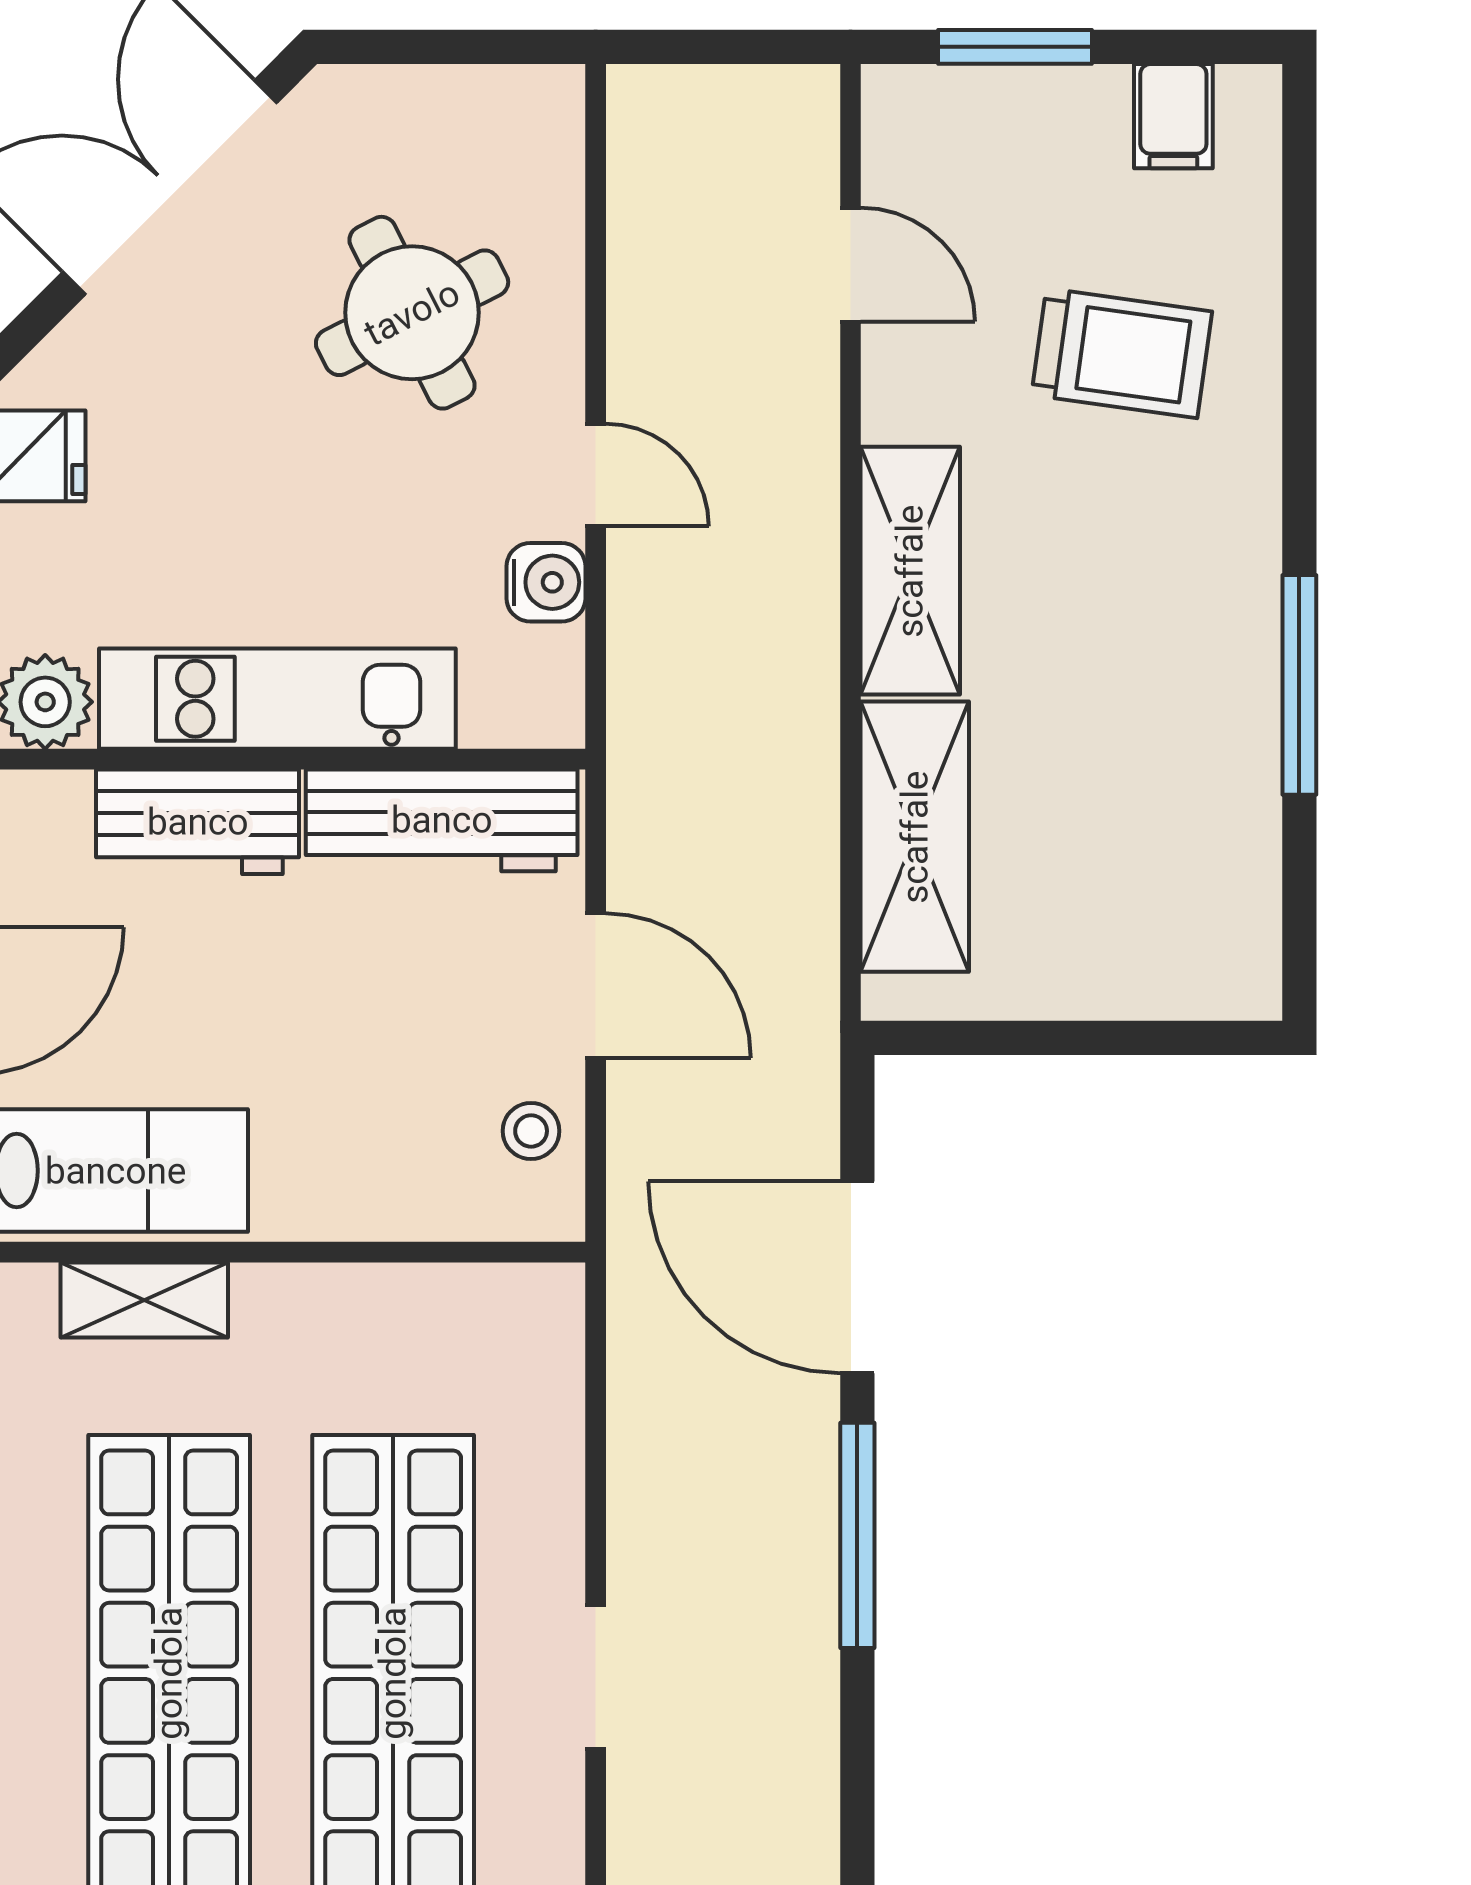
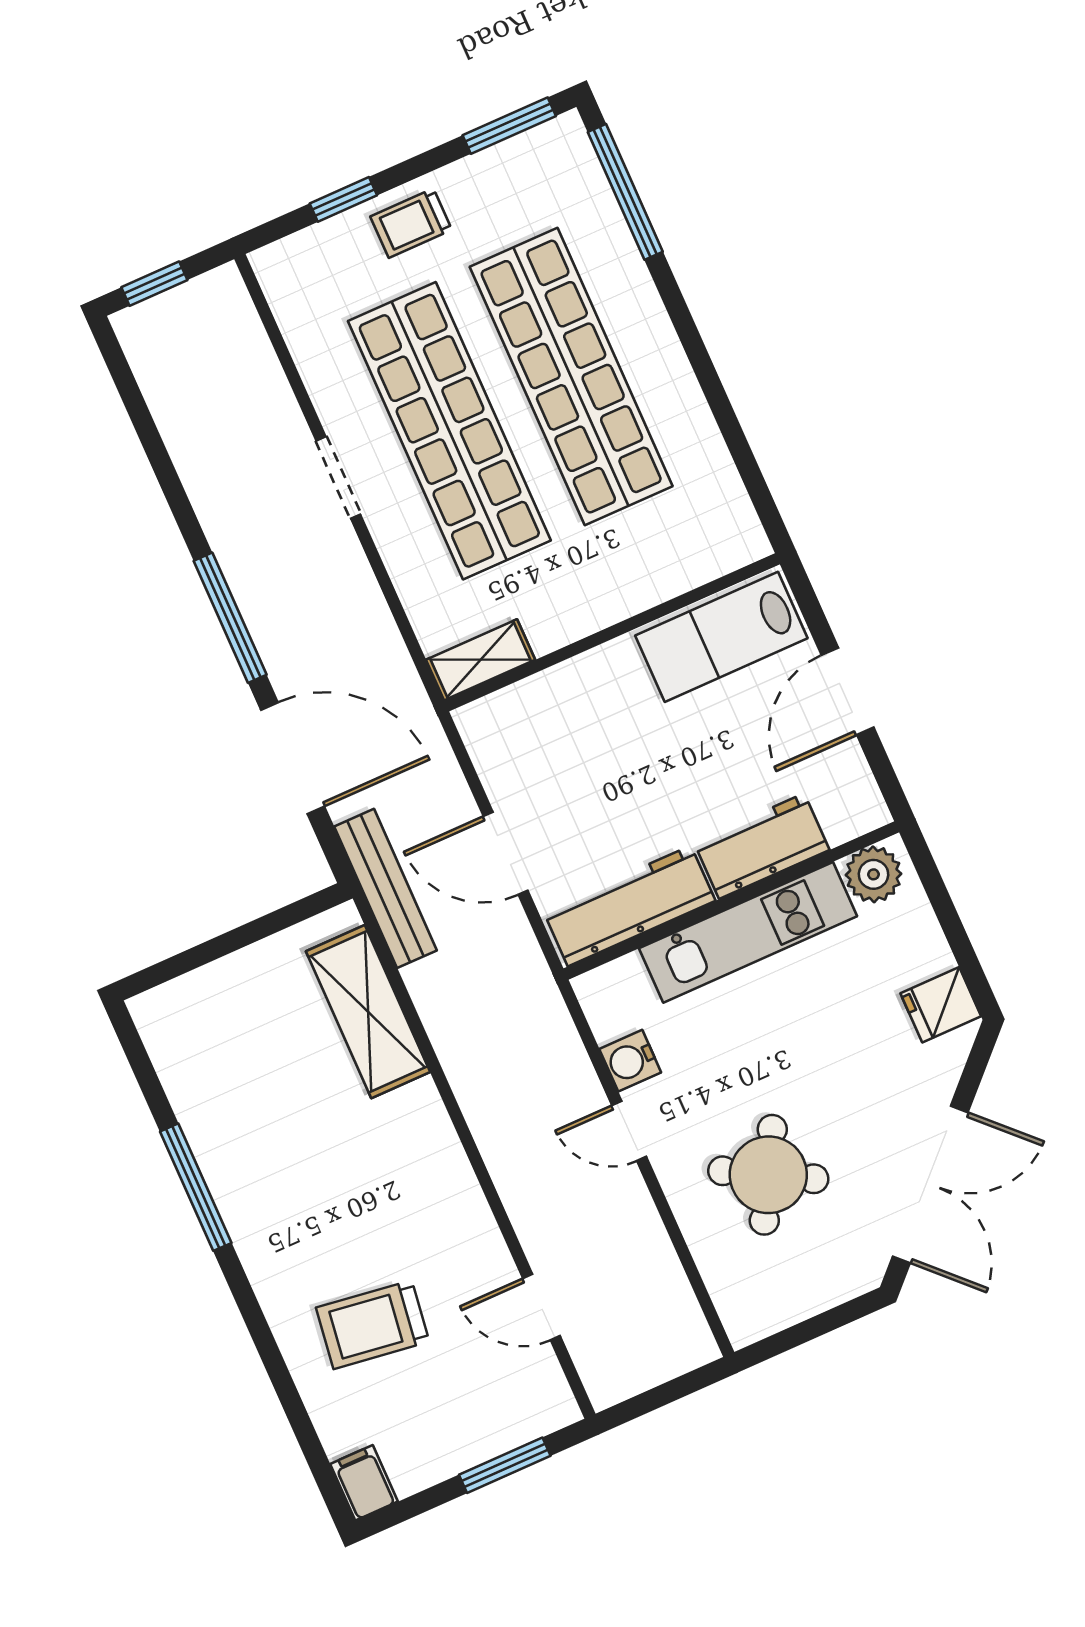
filing cabinet: (1173, 116) -> (364, 1483), moved
round table: (412, 313) -> (768, 1175), turned -34
shelving: (910, 571) -> (435, 1155), removed
bench: (804, 1014) -> (386, 888), added
stool: (531, 1131) -> (505, 759), removed
shelving: (144, 1300) -> (481, 660), moved

